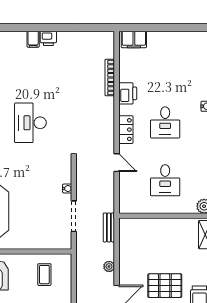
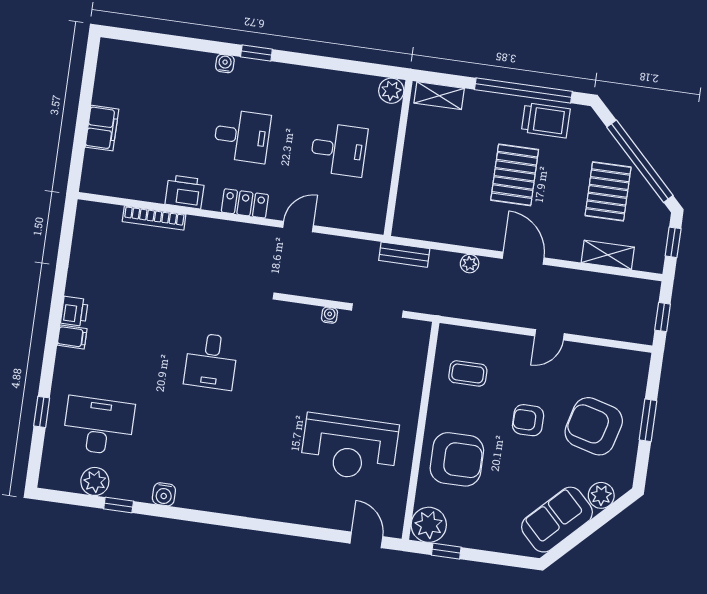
filing cabinet: (134, 39) -> (102, 128), moved
desk: (30, 123) -> (211, 361), width x0.73

